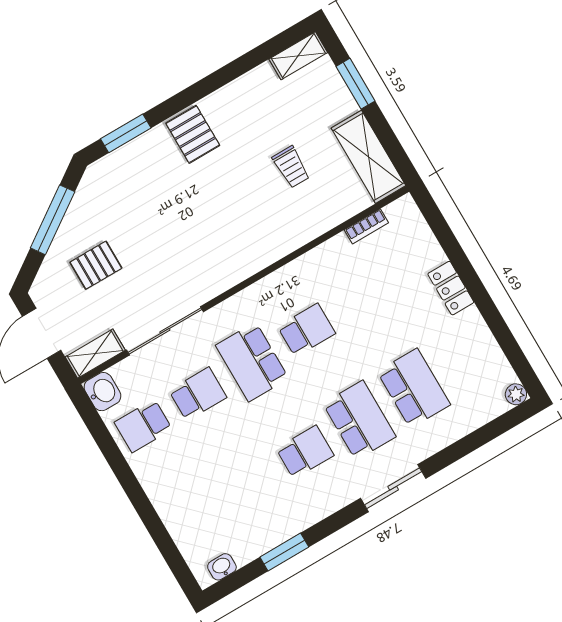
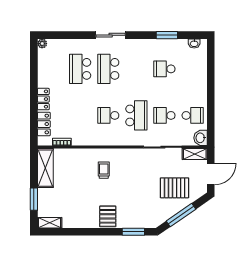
trolley: (291, 167) -> (104, 170), moved
locker: (421, 240) -> (44, 124), added
pallet: (96, 265) -> (175, 188), width x1.50, depth x1.42
school desk: (305, 452) -> (164, 69), moved

